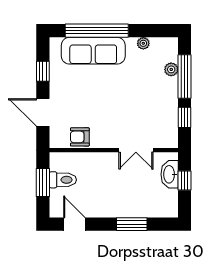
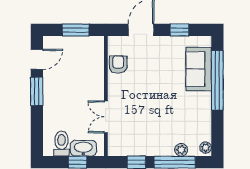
plant: (143, 43) -> (206, 148), moved
sofa: (93, 51) -> (199, 69), width x0.73
toilet: (63, 180) -> (62, 144), moved, turned 180
window: (132, 224) -> (37, 91), moved

